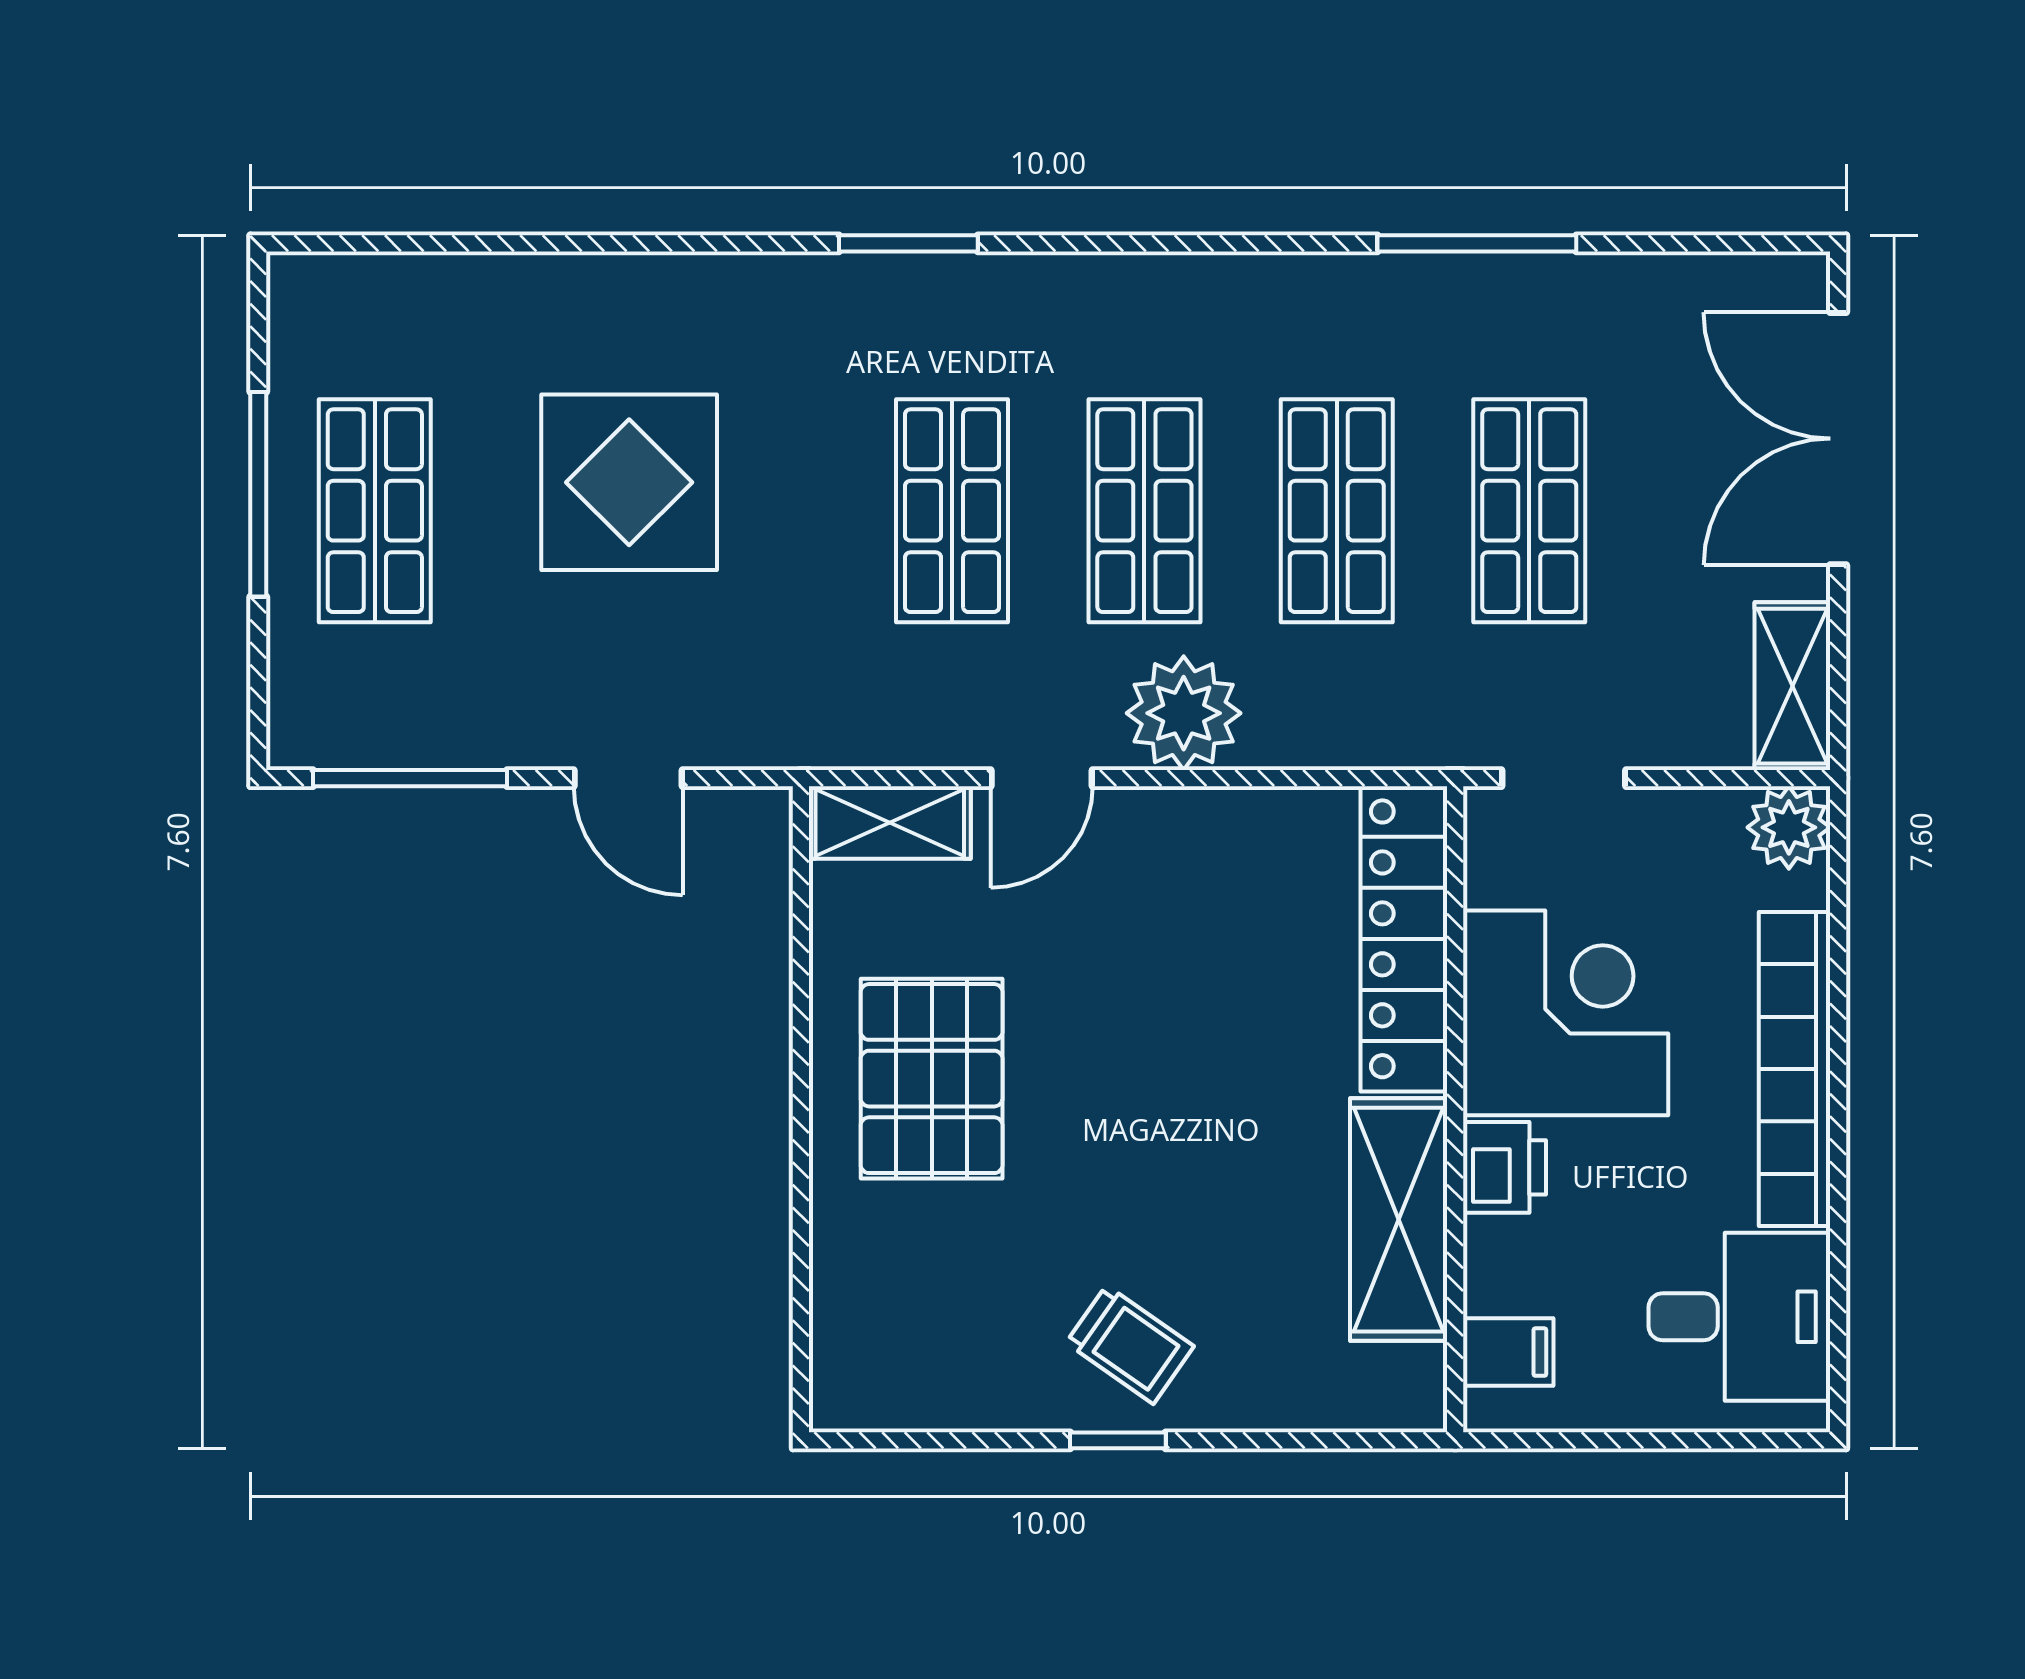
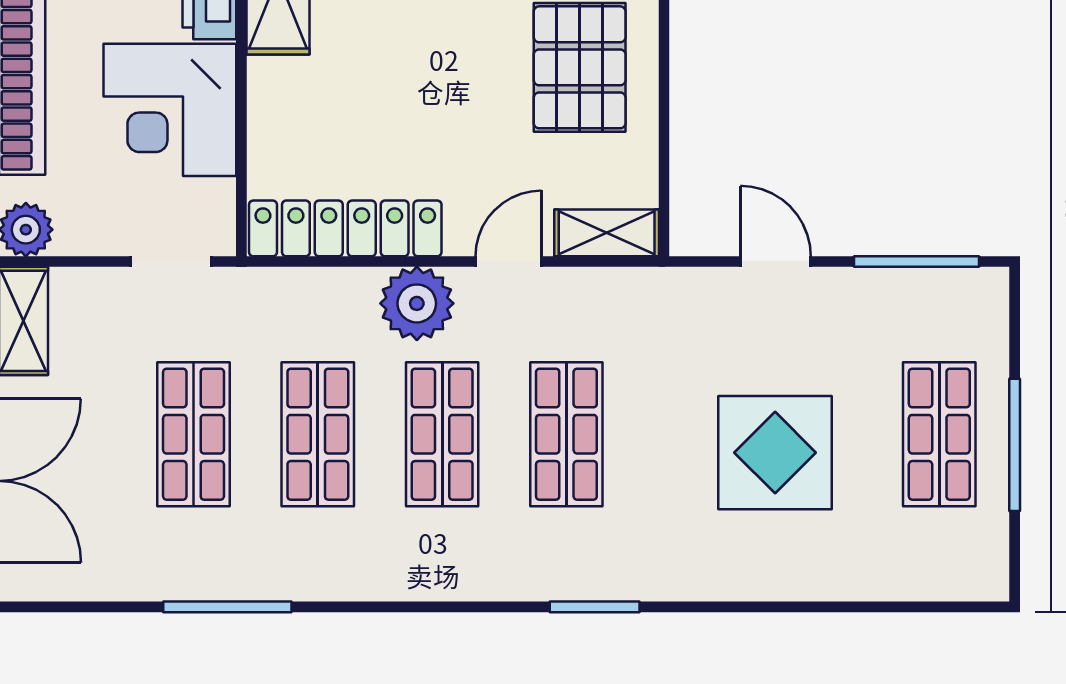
locker: (1404, 939) -> (345, 228), moved, turned -90

